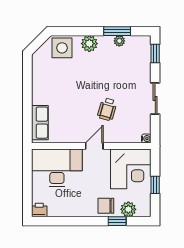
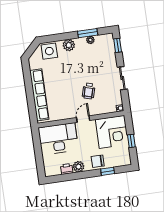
row of seats: (40, 123) -> (39, 95), width x2.02
plant: (128, 209) -> (79, 167), moved
printer: (39, 210) -> (67, 169), moved

